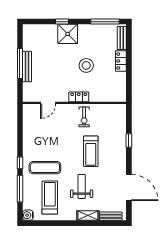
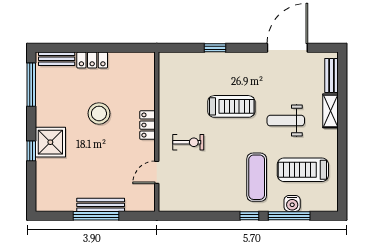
door: (48, 103) -> (157, 172), swing flipped
exercise bike: (84, 117) -> (188, 142), moved
water cooler: (28, 215) -> (292, 203), moved

